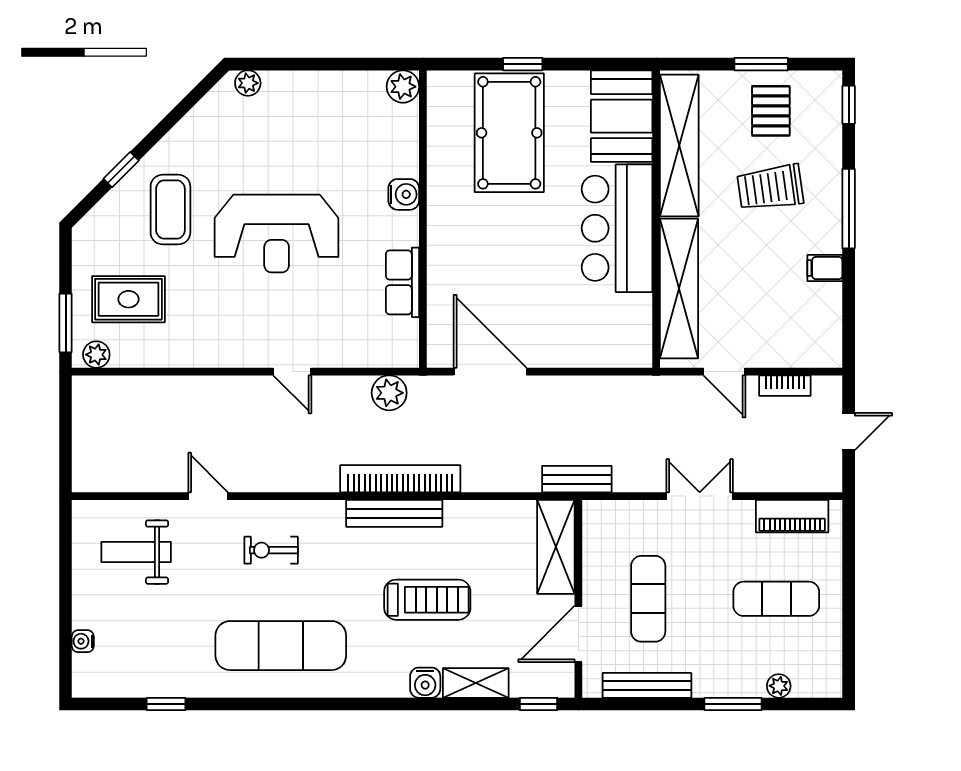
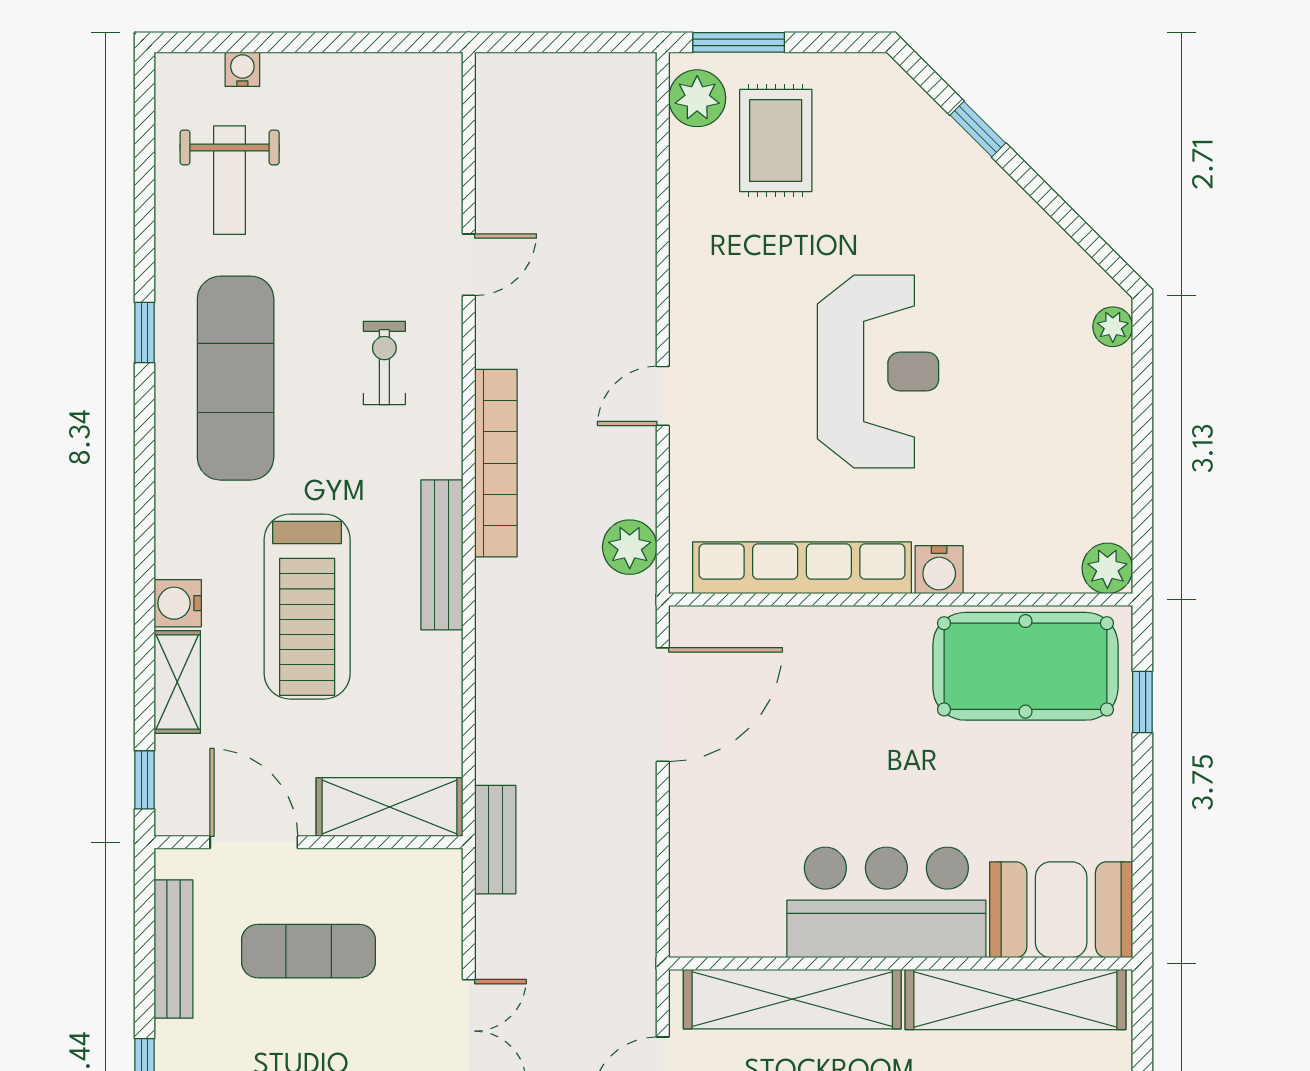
window: (523, 64) -> (1142, 702), moved
pool table: (509, 133) -> (1025, 666), moved
coffee table: (170, 210) -> (916, 206), removed
reception desk: (277, 234) -> (878, 371), turned 180
row of seats: (402, 282) -> (802, 568), width x2.02
plant: (96, 355) -> (697, 98), width x1.38, depth x1.38
bookcase: (400, 479) -> (496, 463), moved
weight bench: (136, 552) -> (230, 180), moved, turned 180
treadmill: (427, 600) -> (307, 607), width x1.37, depth x1.38
window: (166, 704) -> (144, 332), moved

